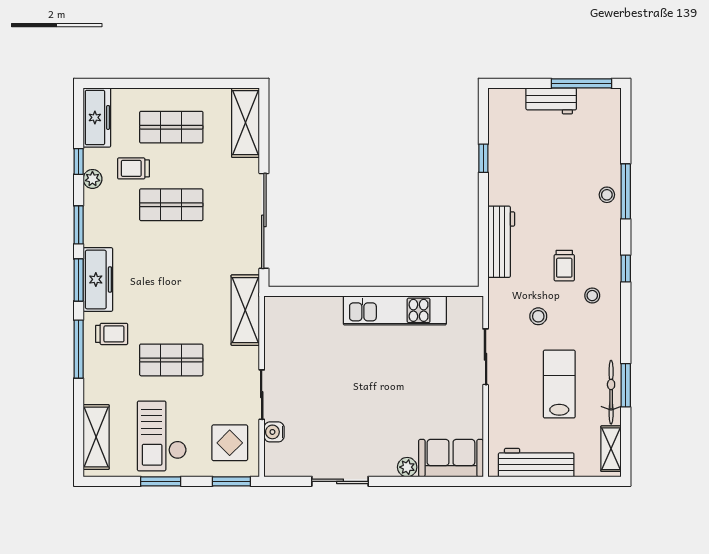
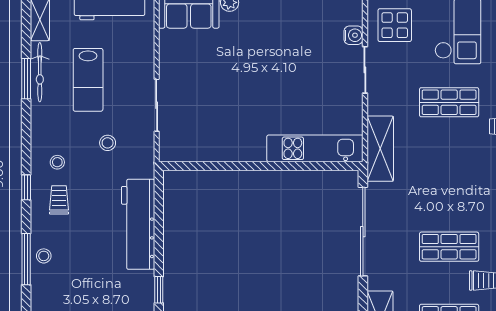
workbench: (501, 242) -> (138, 224), width x1.36, depth x1.32
trolley: (564, 266) -> (59, 200), moved
kitchen unit: (395, 310) -> (315, 148), moved

